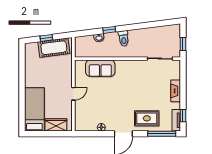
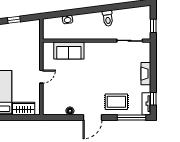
window: (109, 30) -> (78, 12), removed
toilet: (124, 38) -> (108, 18), moved
cot: (54, 48) -> (22, 30), removed

